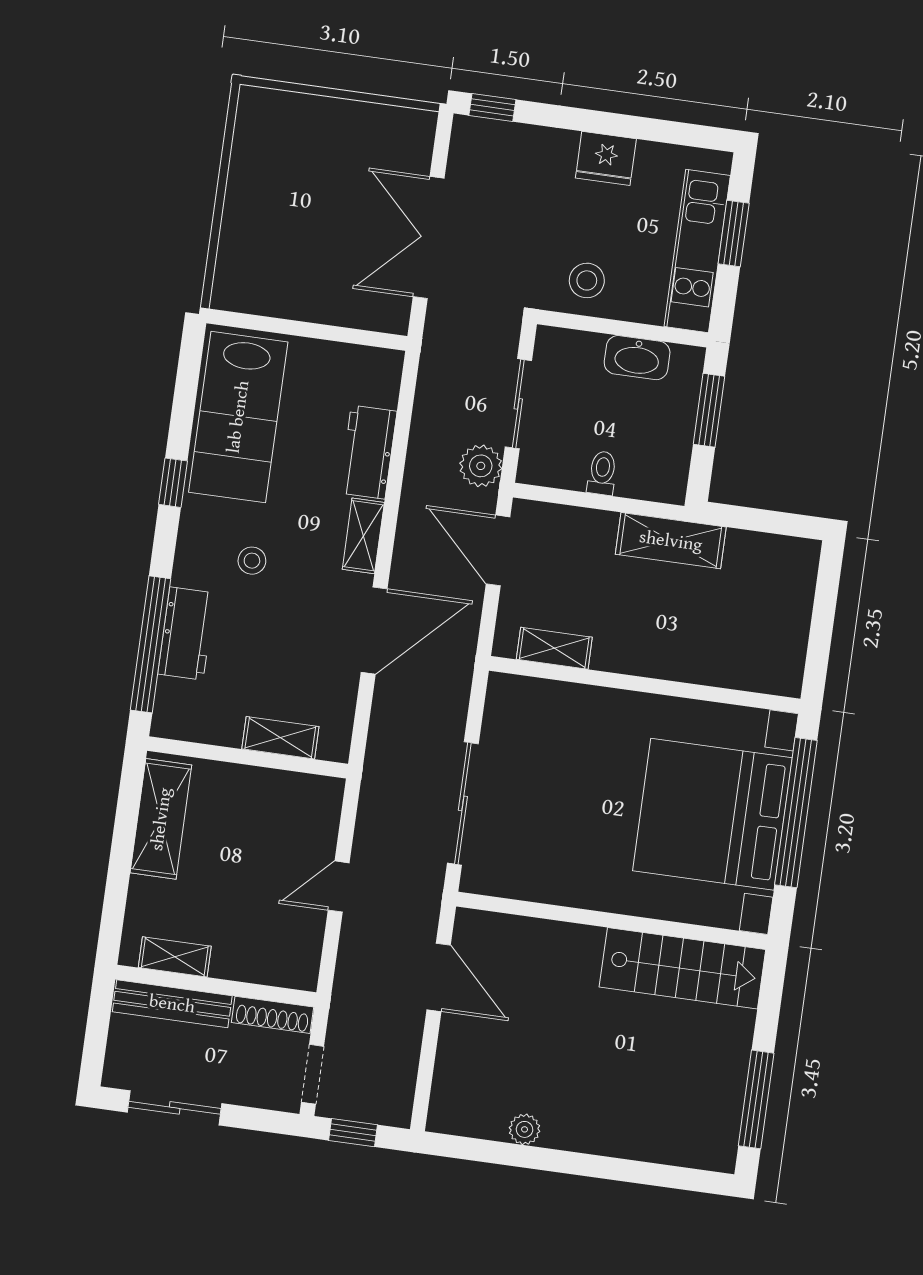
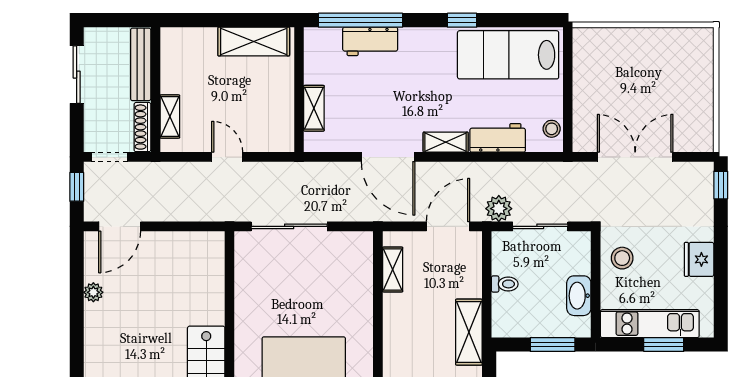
stool: (252, 561) -> (552, 129), moved
shelving: (175, 957) -> (170, 117), moved
door: (439, 977) -> (120, 226), moved

